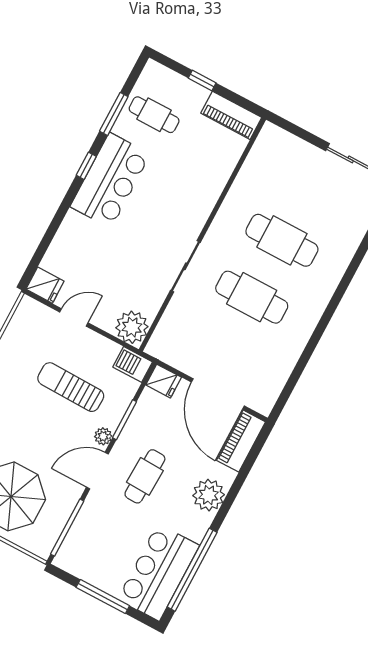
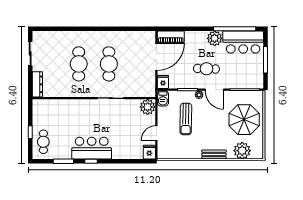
cafe table: (154, 115) -> (43, 142), moved
piano: (231, 115) -> (38, 112), removed
dresser: (285, 142) -> (37, 84), added
door: (74, 317) -> (156, 133), hinge flipped
plant: (209, 495) -> (215, 38), moved

